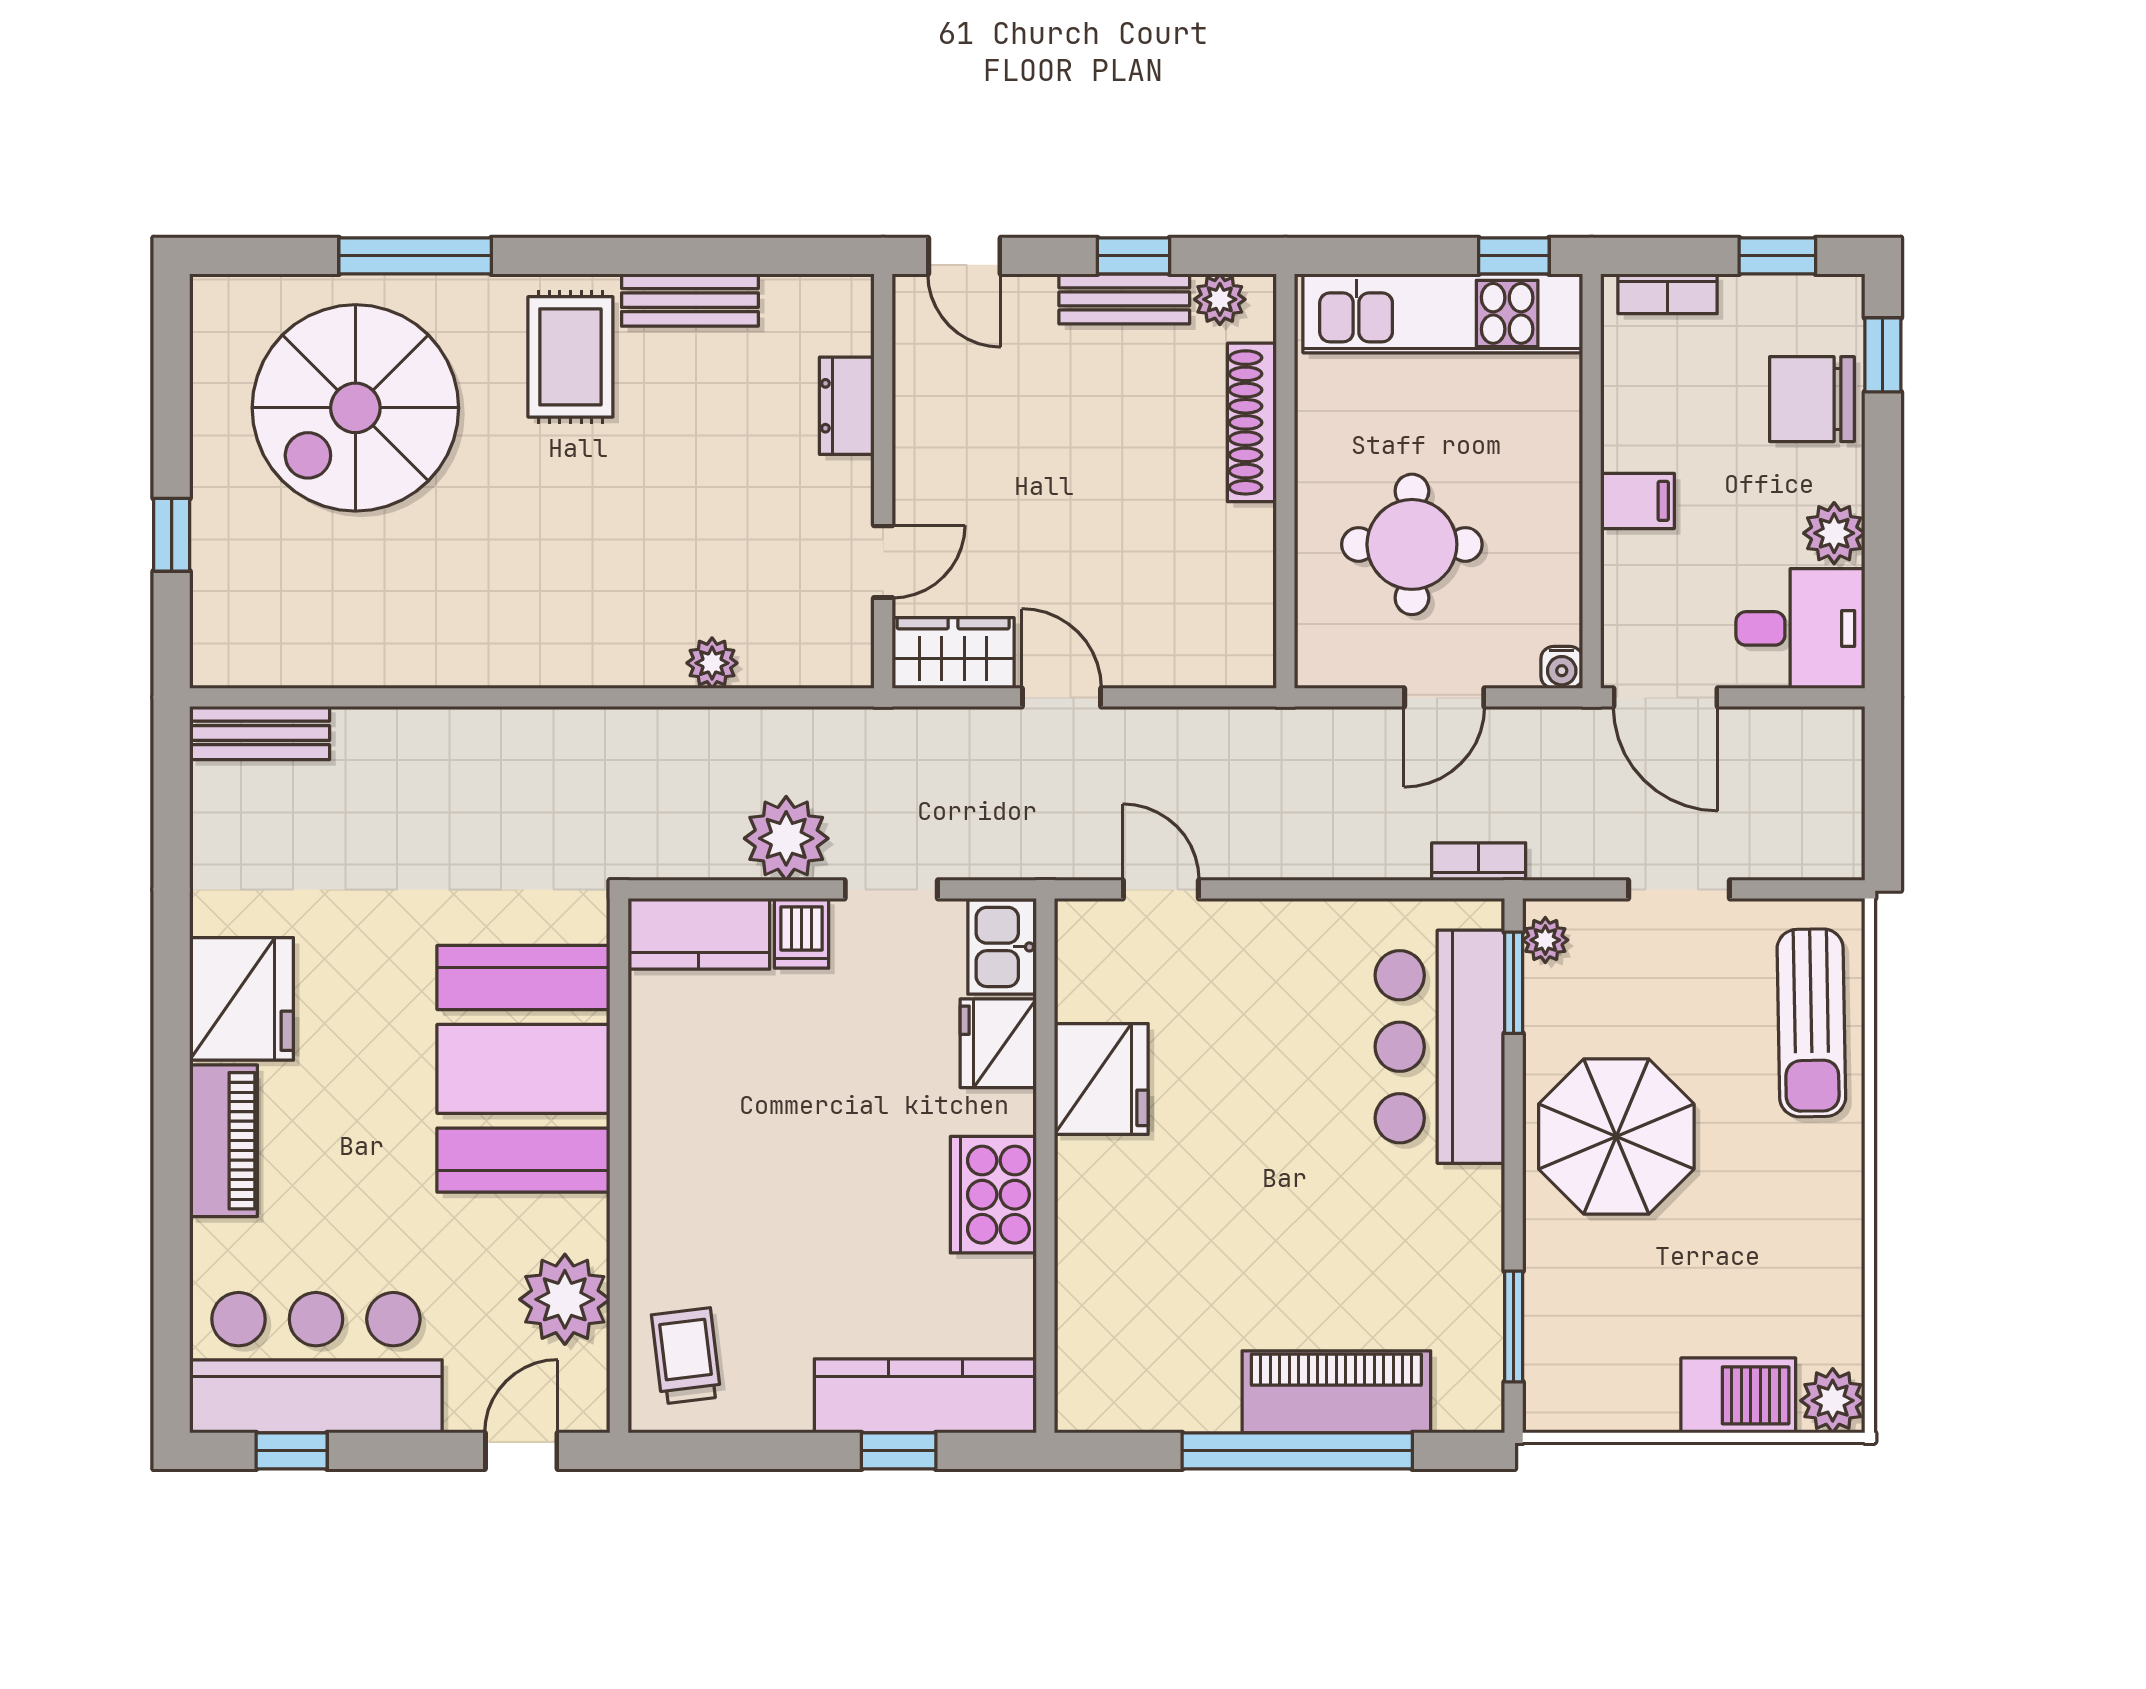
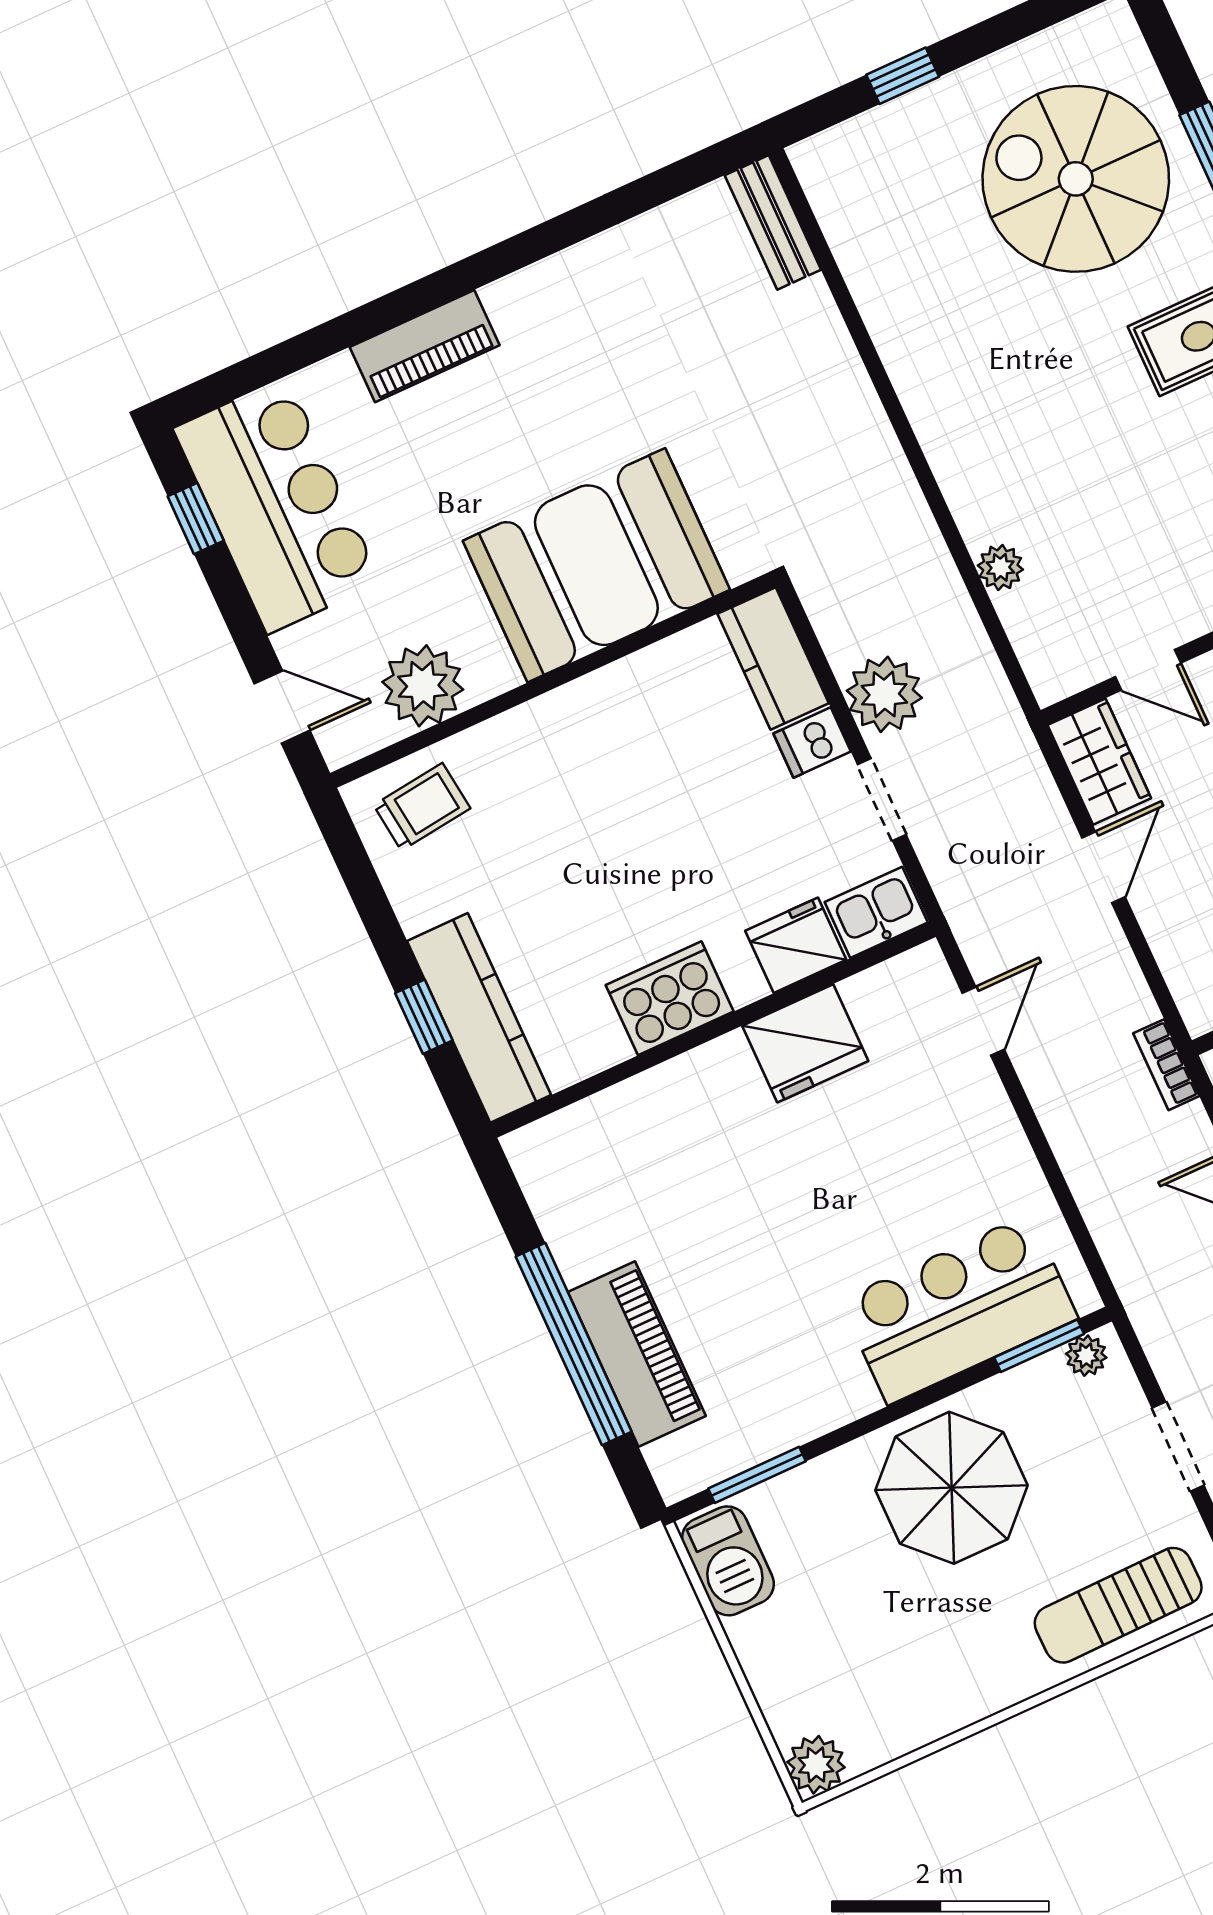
bookcase: (1479, 862) -> (1166, 1065), moved, turned 180
fridge: (242, 999) -> (548, 308), removed
barbecue: (1738, 1395) -> (728, 1561), moved

